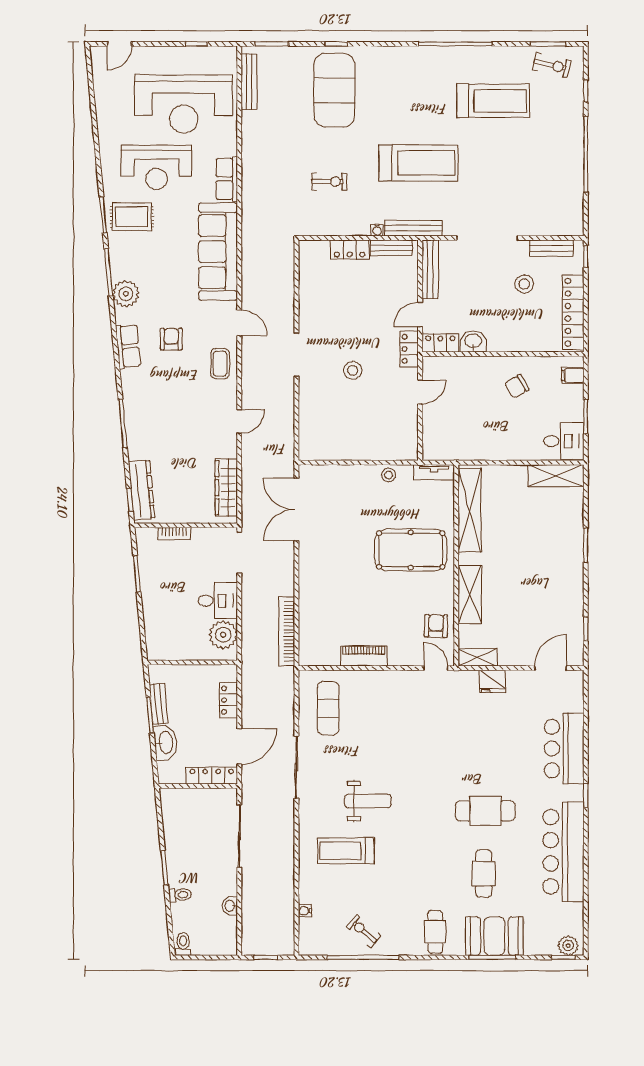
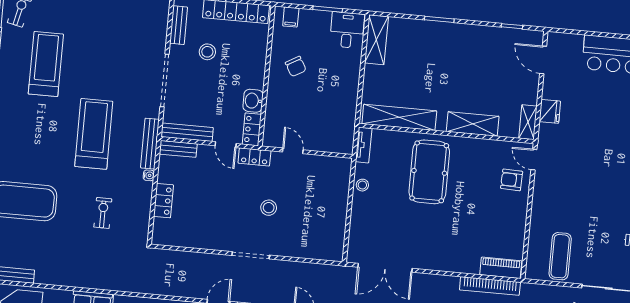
bench: (391, 248) -> (178, 149), moved, turned 90
armchair: (436, 626) -> (512, 180), moved
piano: (364, 656) -> (501, 268), moved, turned 90
door: (436, 668) -> (534, 160), hinge flipped
exercise mat: (328, 708) -> (560, 256), turned 90

